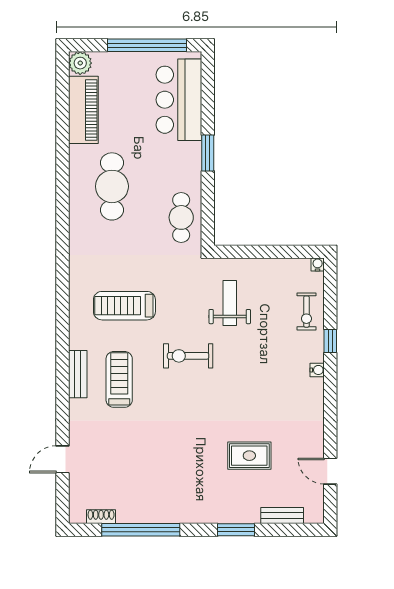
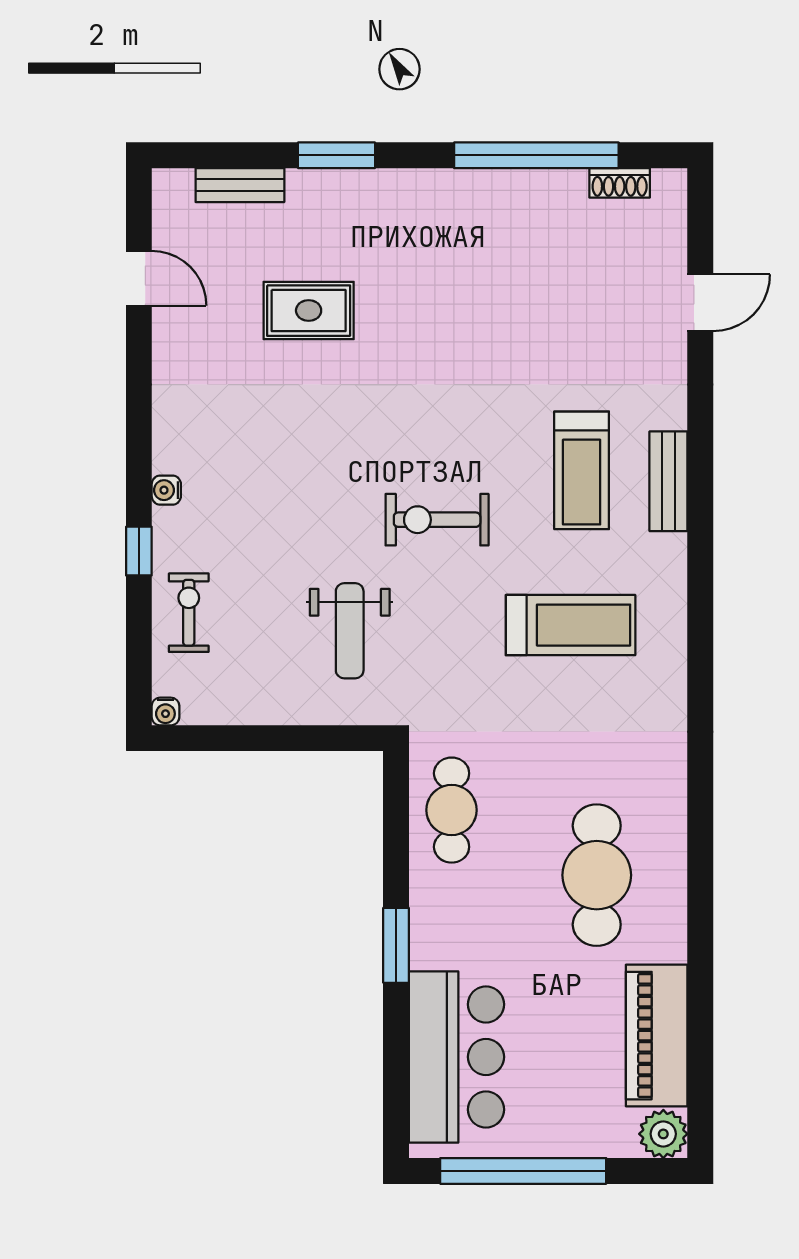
exercise bike: (188, 356) -> (437, 520), turned 180

